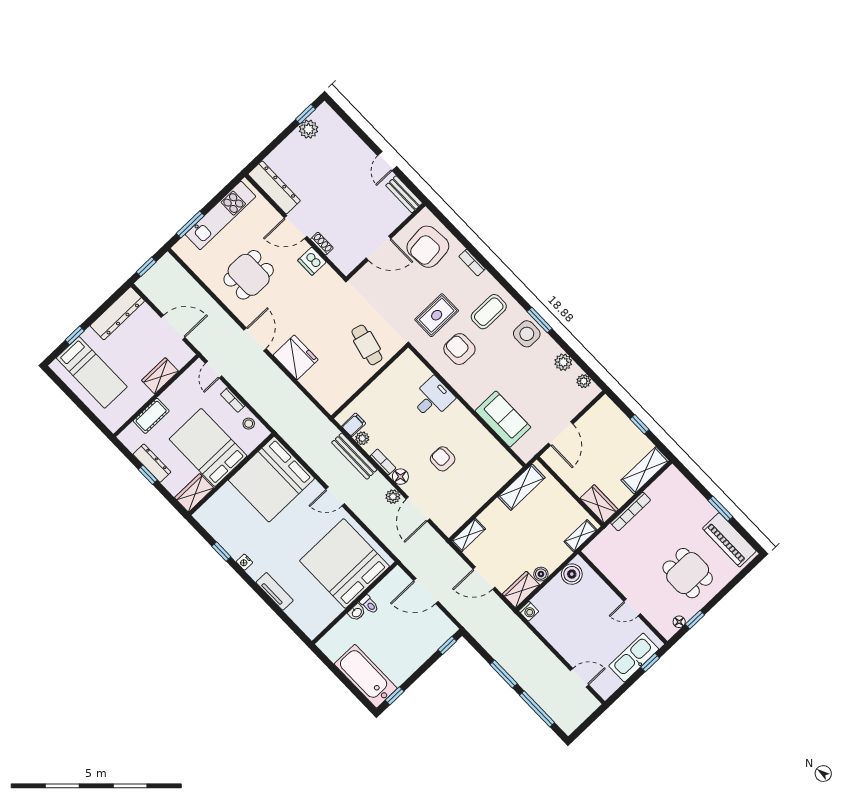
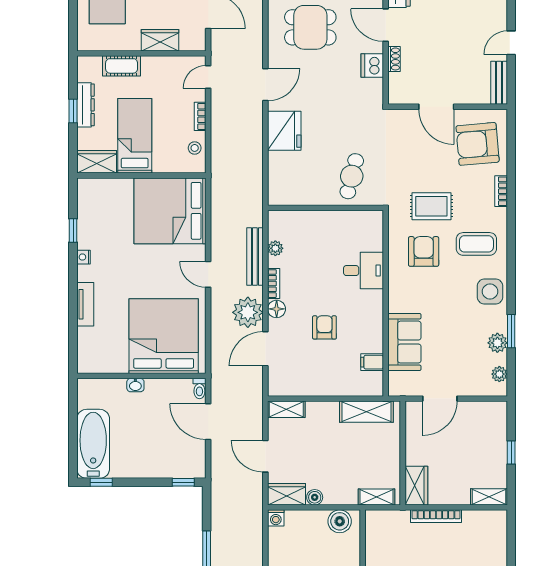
window: (540, 320) -> (511, 331), moved
filing cabinet: (354, 425) -> (372, 362), moved, turned 180
bed: (208, 448) -> (135, 136), width x0.67
shelving: (645, 470) -> (489, 497), width x0.67, depth x0.75
plant: (393, 497) -> (248, 312), width x1.88, depth x1.88
toilet: (369, 604) -> (199, 388), moved

